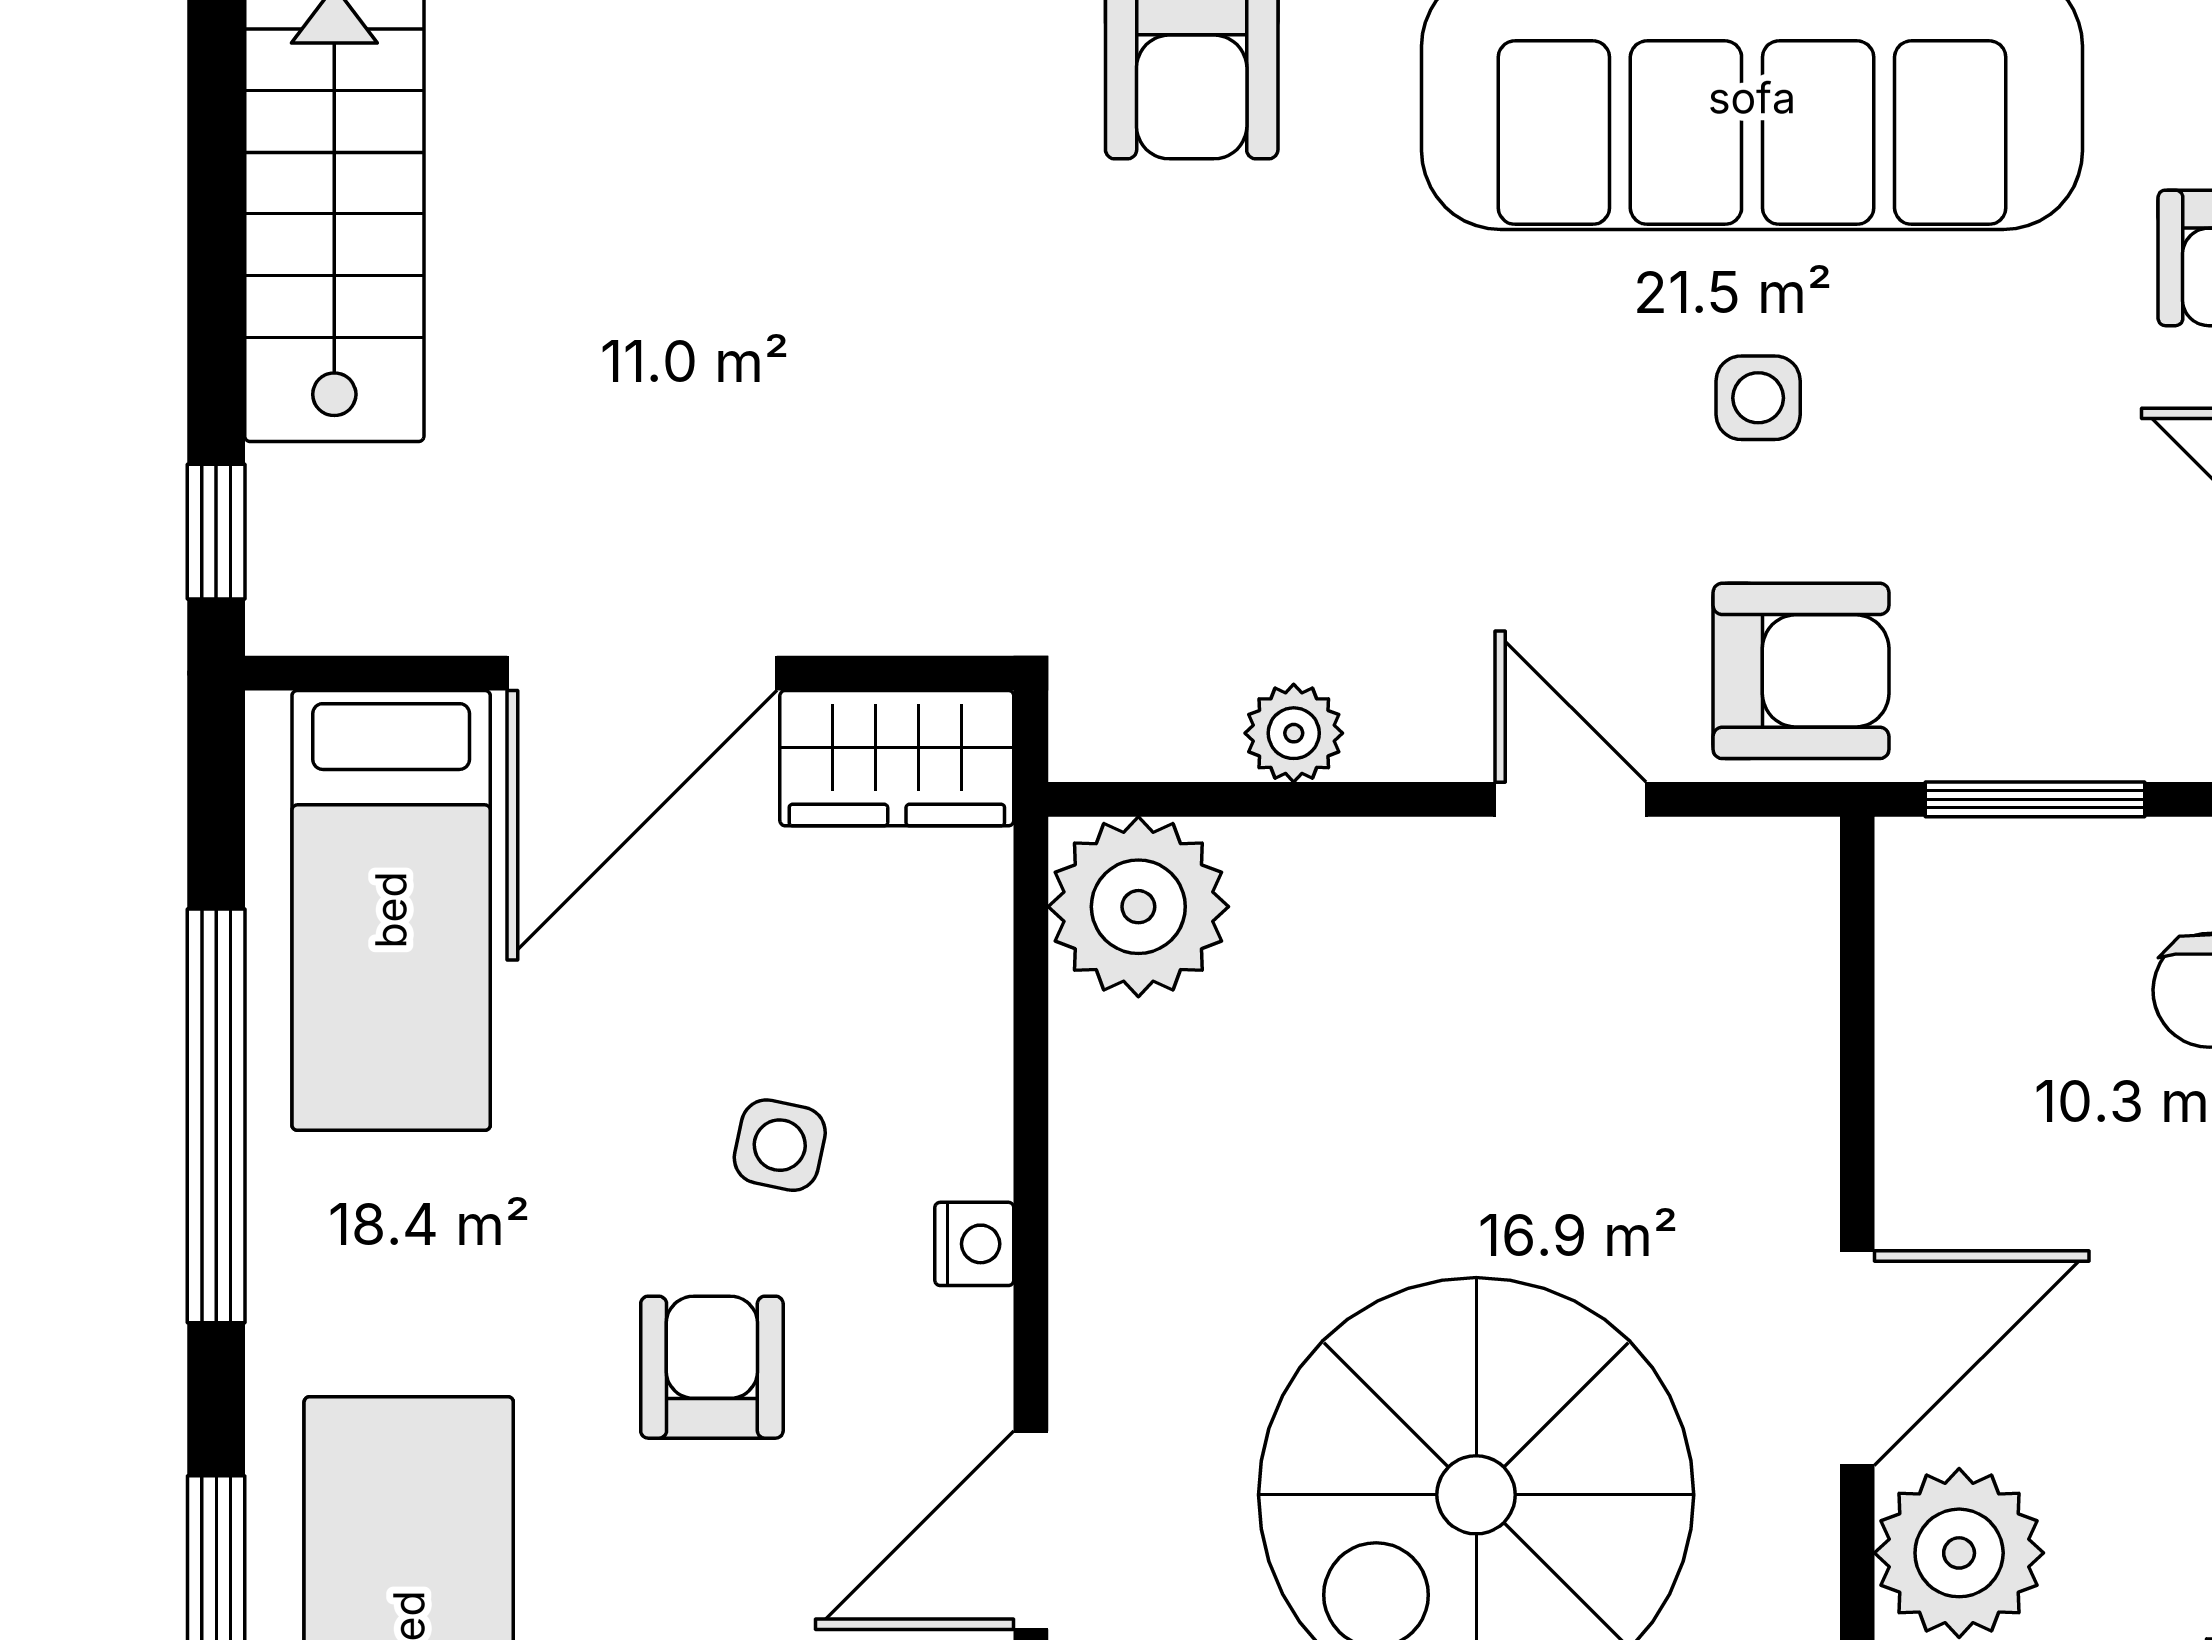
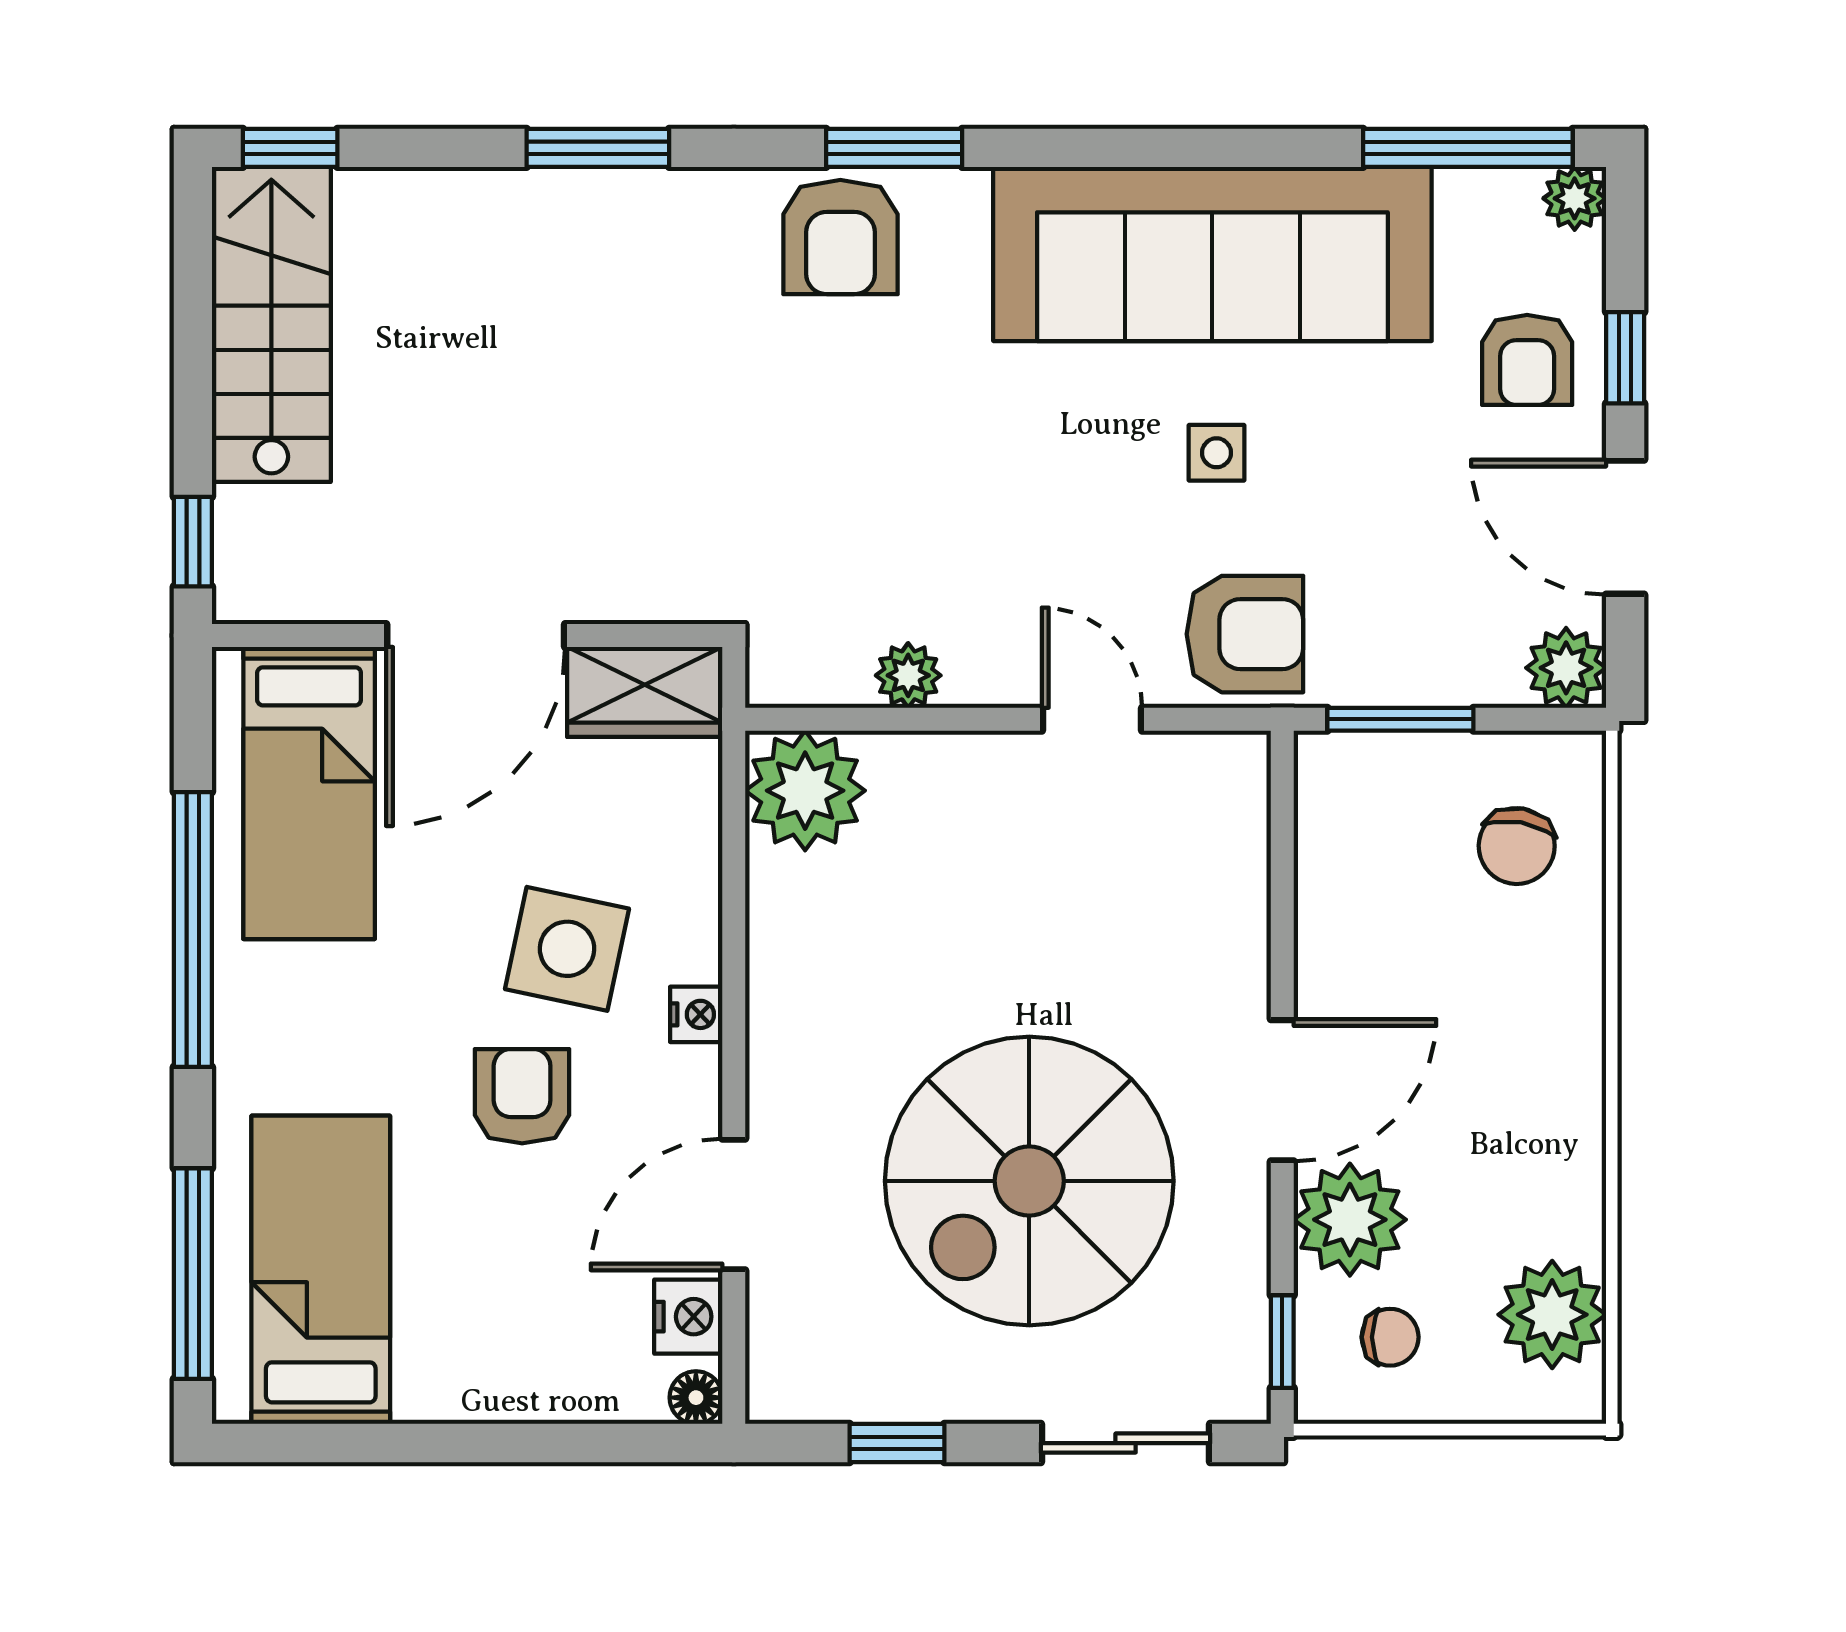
side table: (780, 1145) -> (567, 949), width x1.87, depth x1.87

